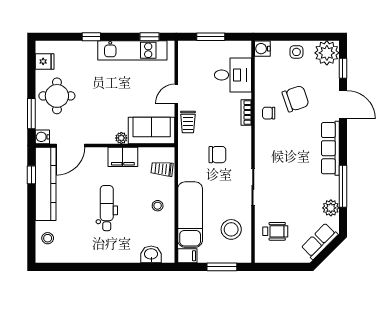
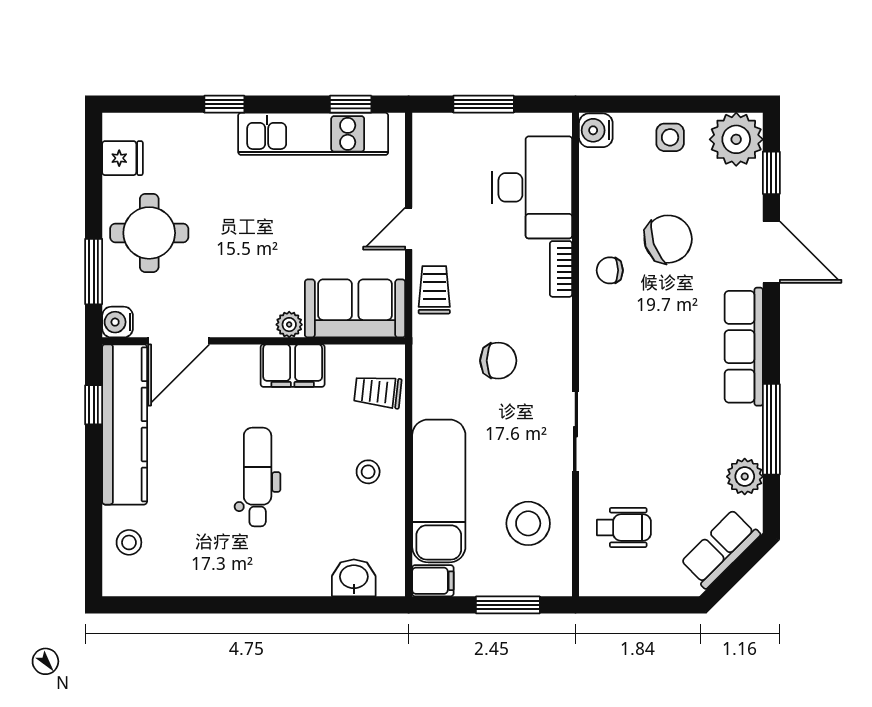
desk: (233, 75) -> (532, 187), width x1.37
trolley: (188, 122) -> (434, 290), turned 180

